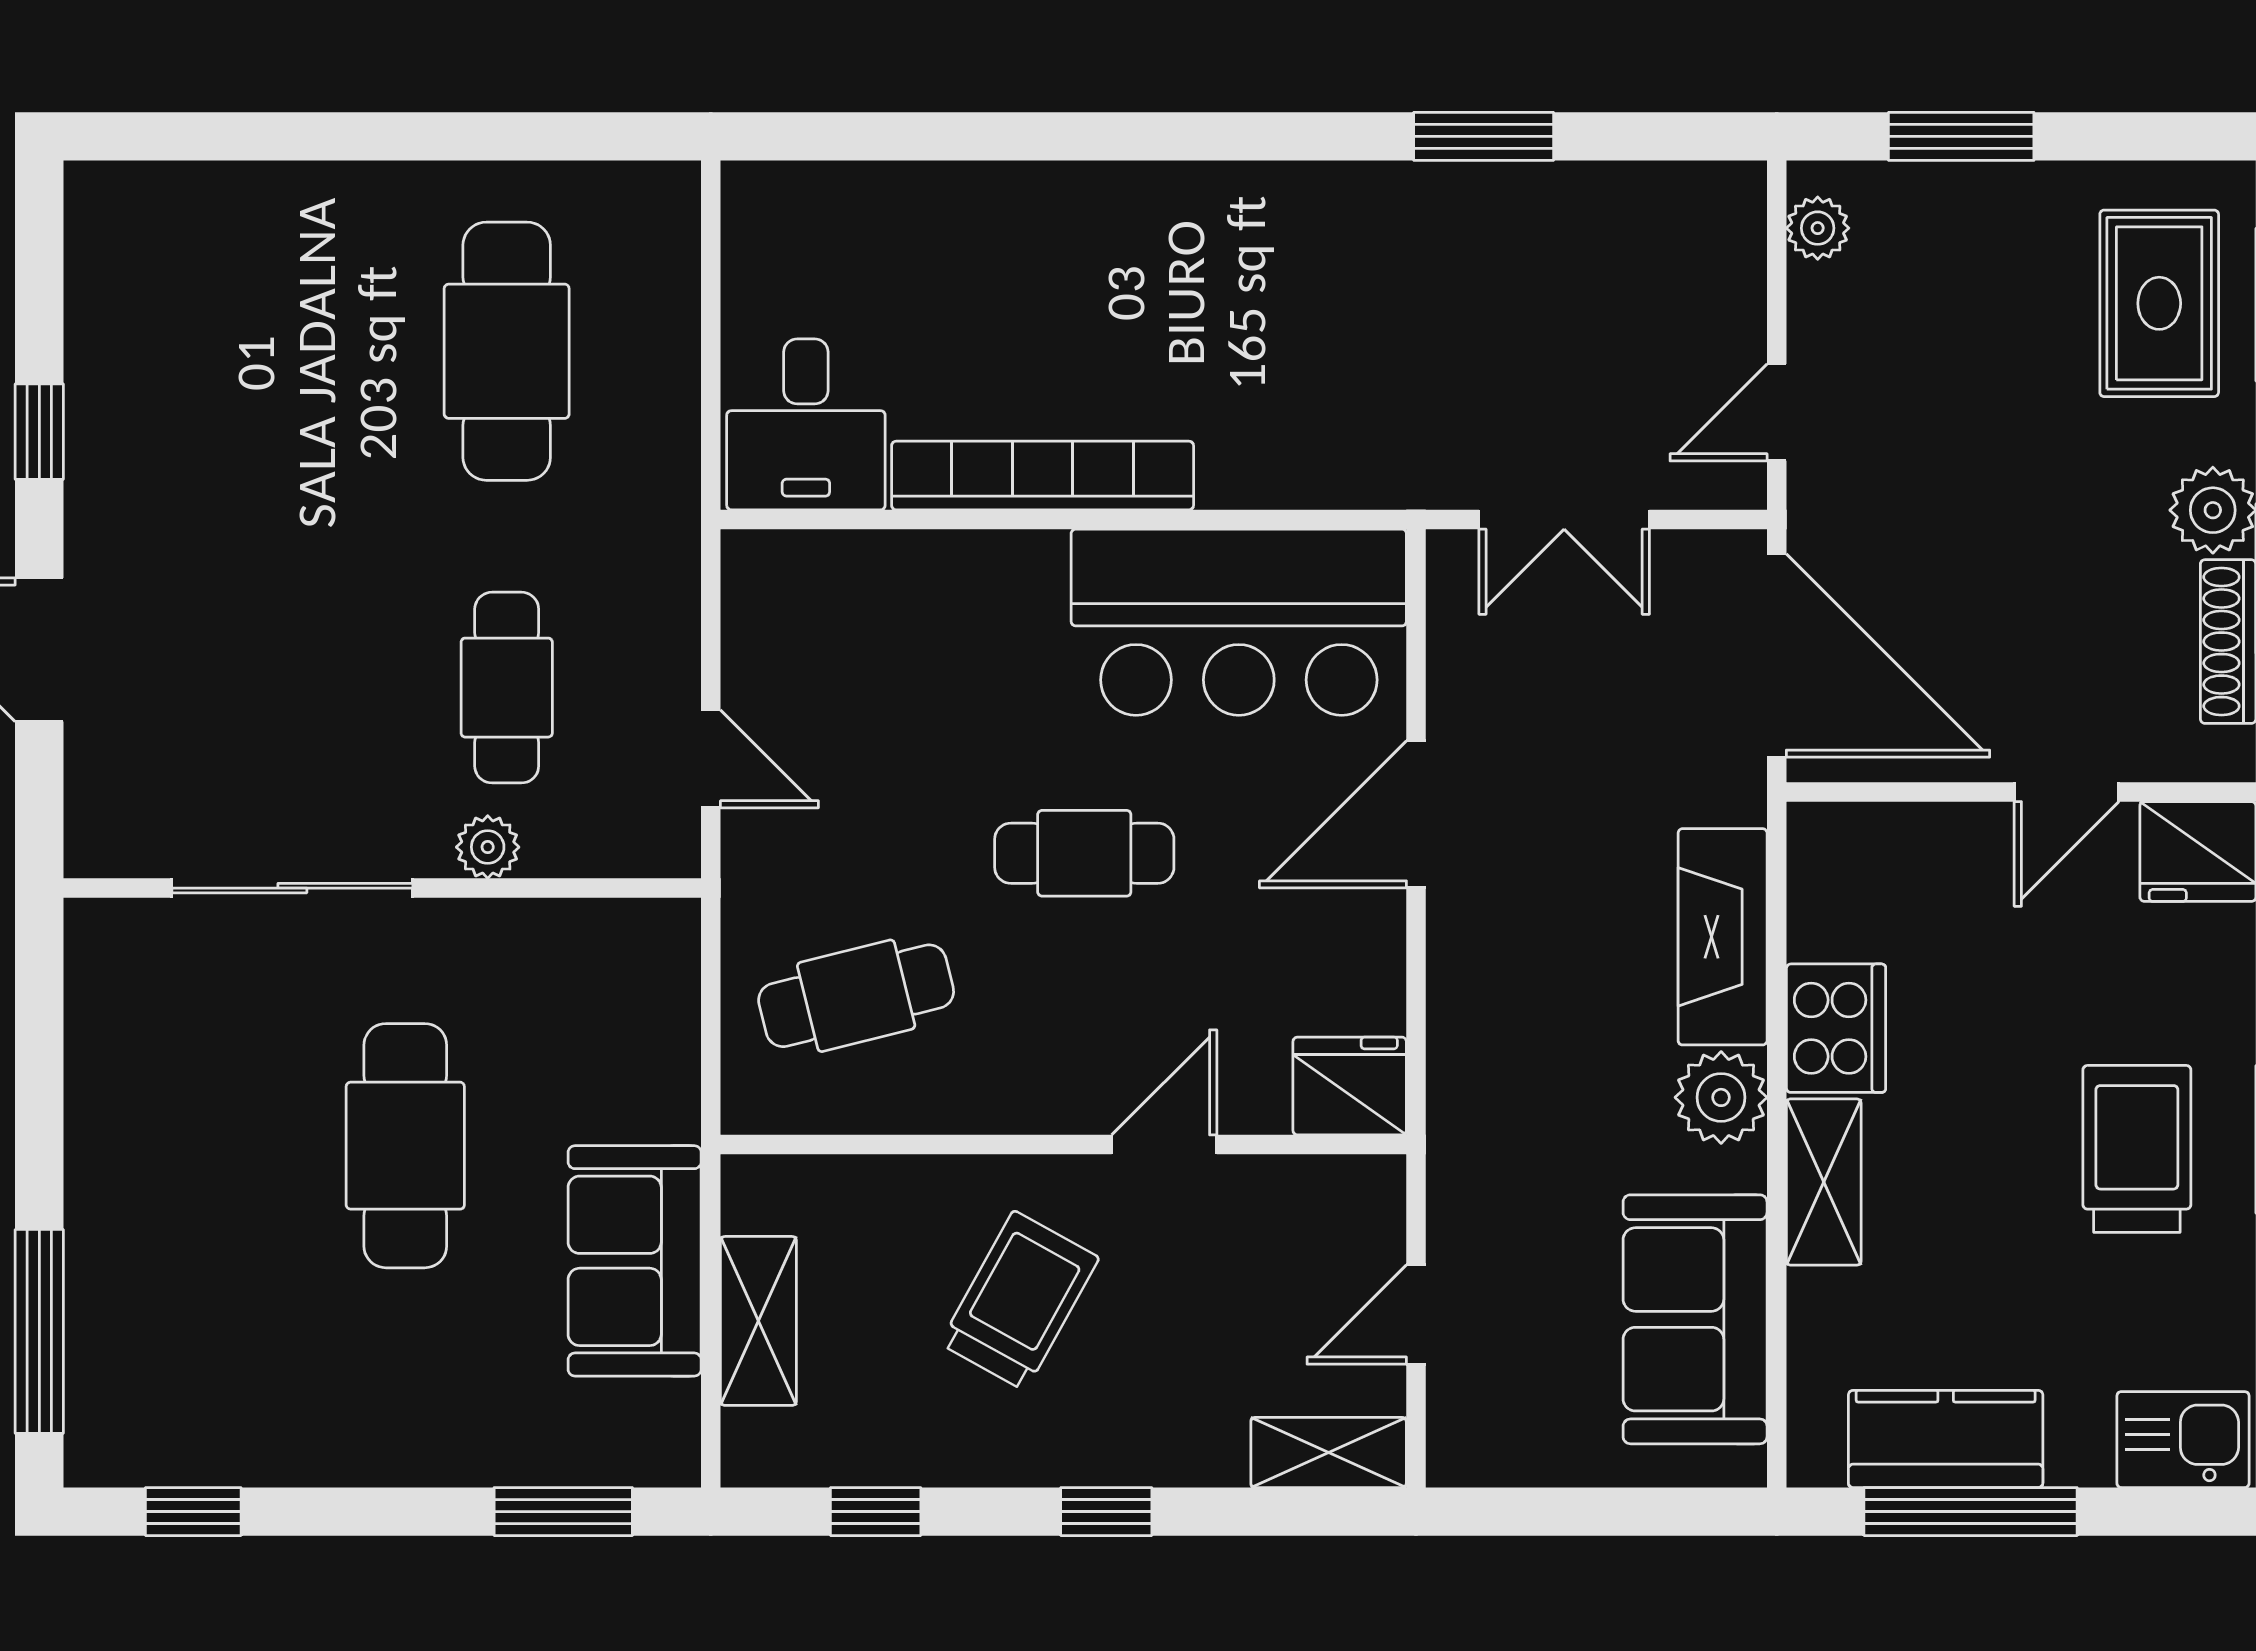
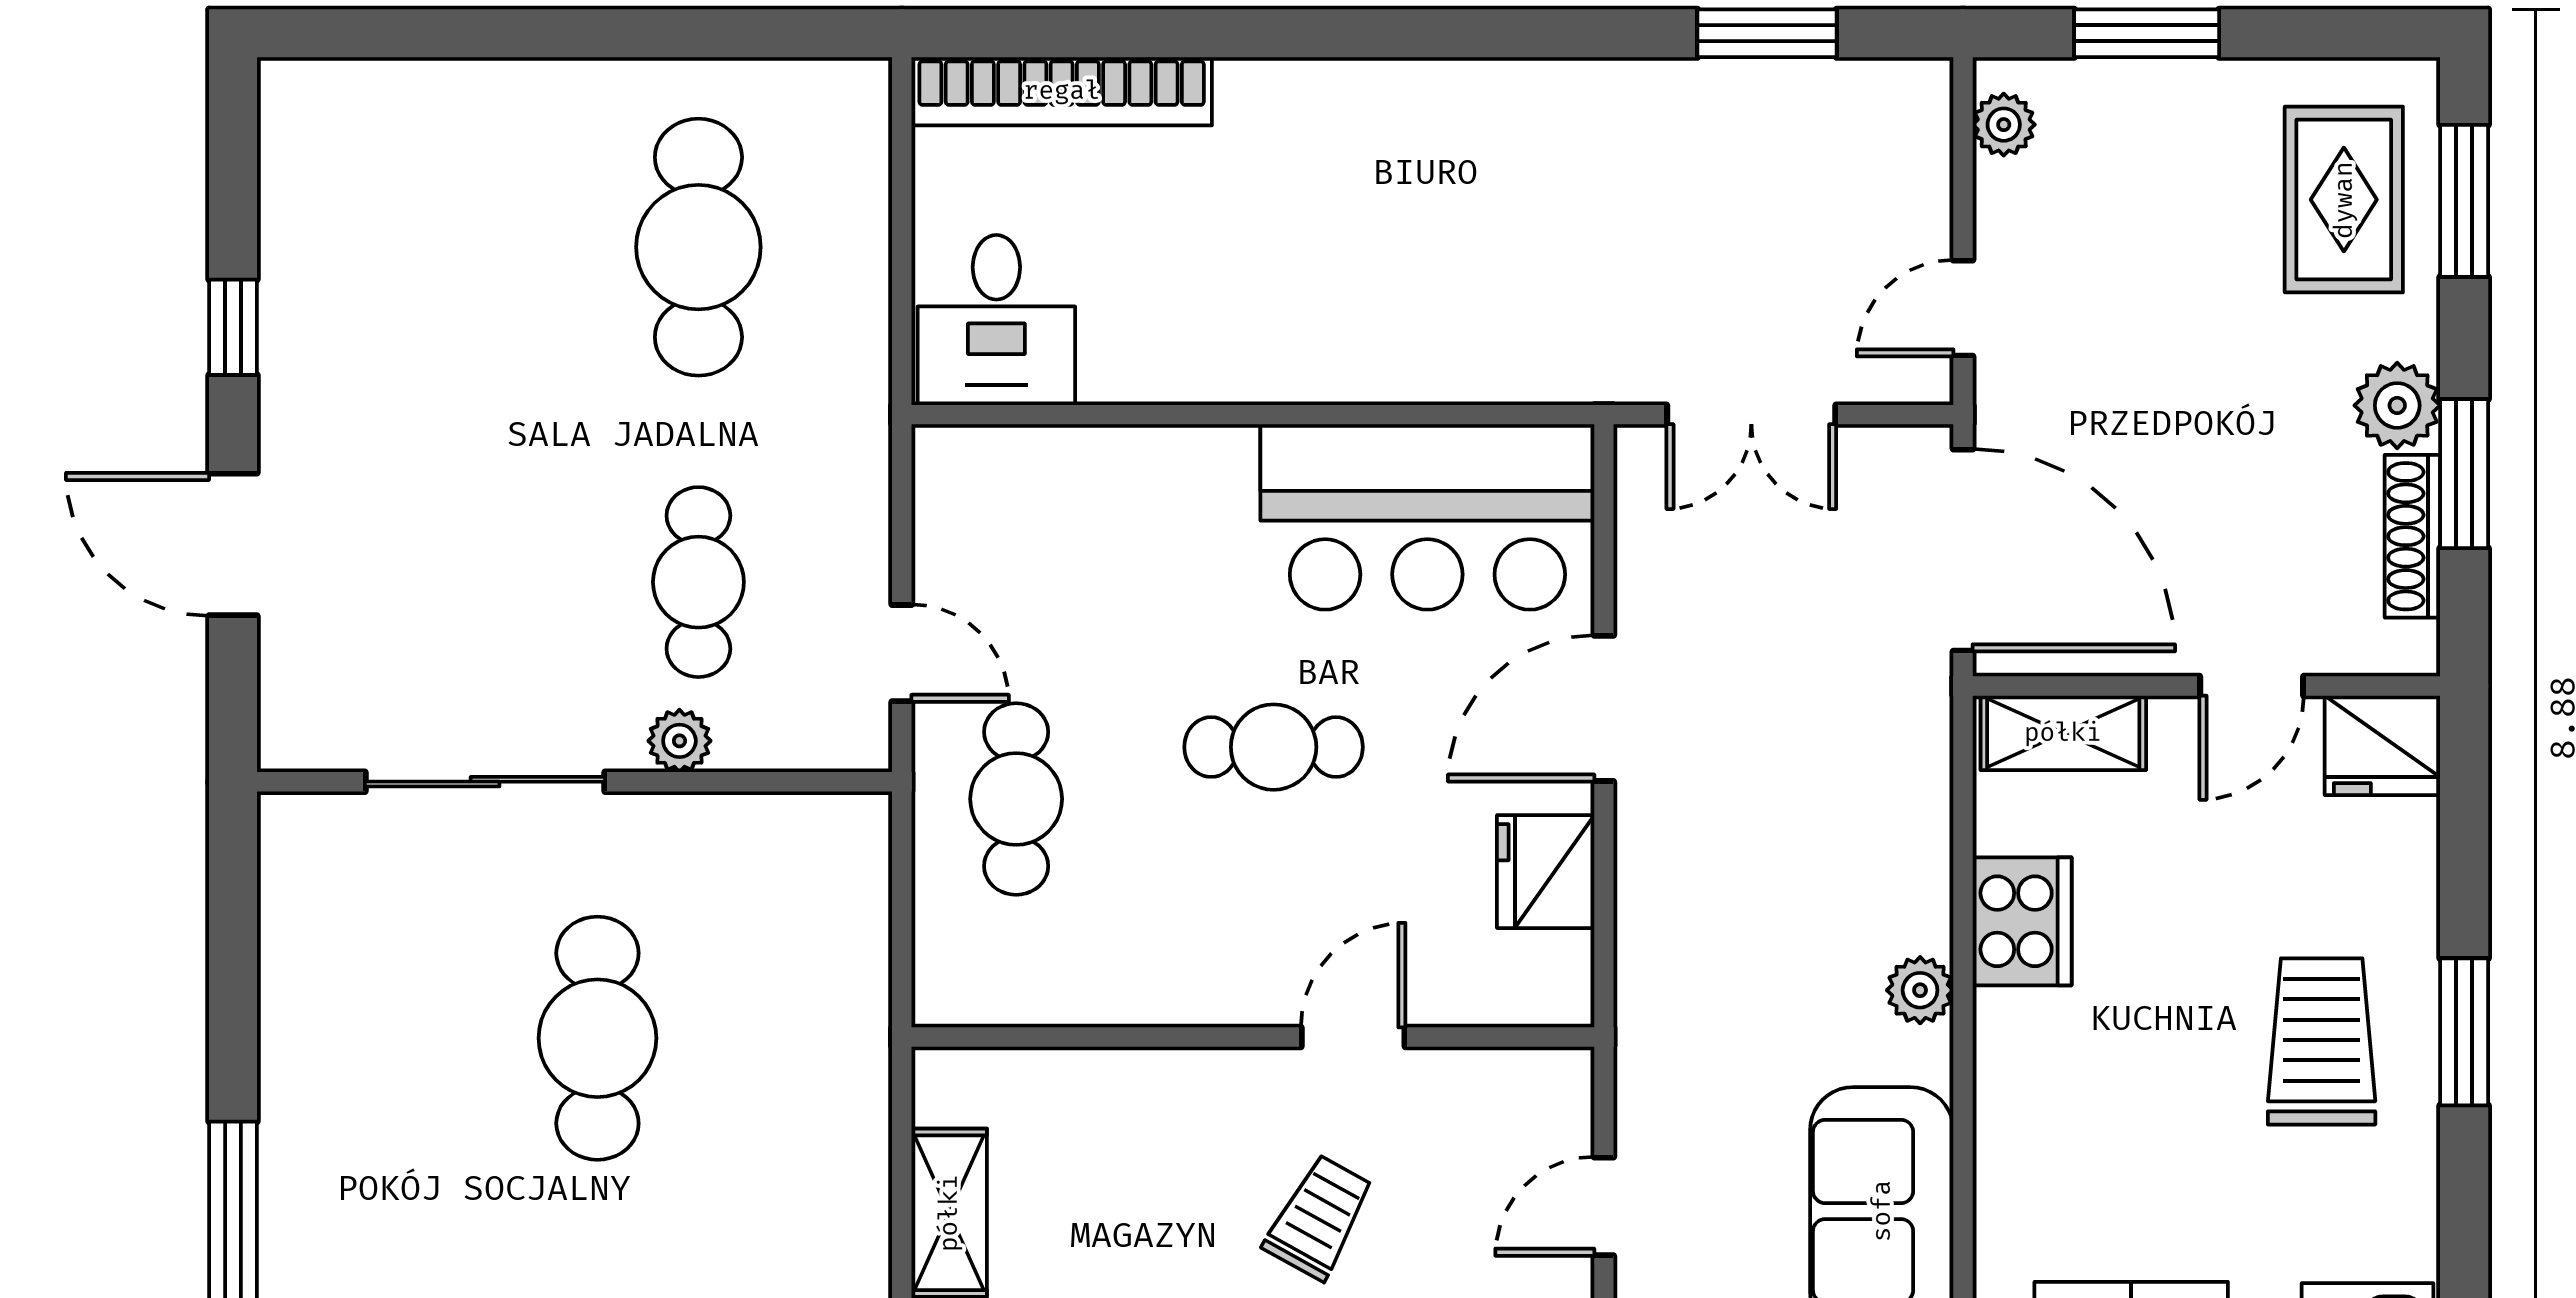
window: (1484, 136) -> (1767, 33), moved
bookcase: (1043, 476) -> (1062, 91), moved, turned 180
fireplace: (1723, 937) -> (1909, 830), removed
cafe table: (856, 996) -> (1016, 799), moved, turned -76
fridge: (1350, 1086) -> (1546, 872), moved, turned -90
plant: (1721, 1097) -> (1920, 990), width x0.73, depth x0.73
shelving: (1824, 1182) -> (2063, 733), moved, turned 90
sofa: (635, 1261) -> (826, 1153), removed
trolley: (1019, 1301) -> (1319, 1217), moved, width x0.73, depth x0.72

